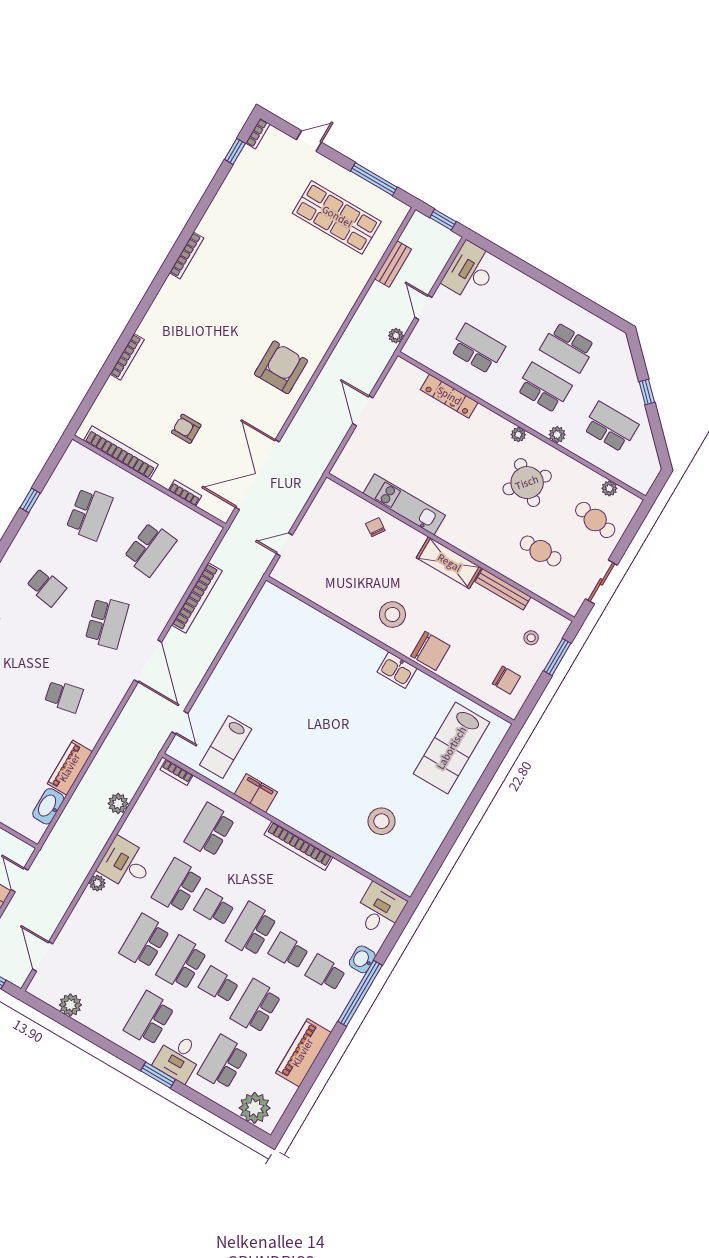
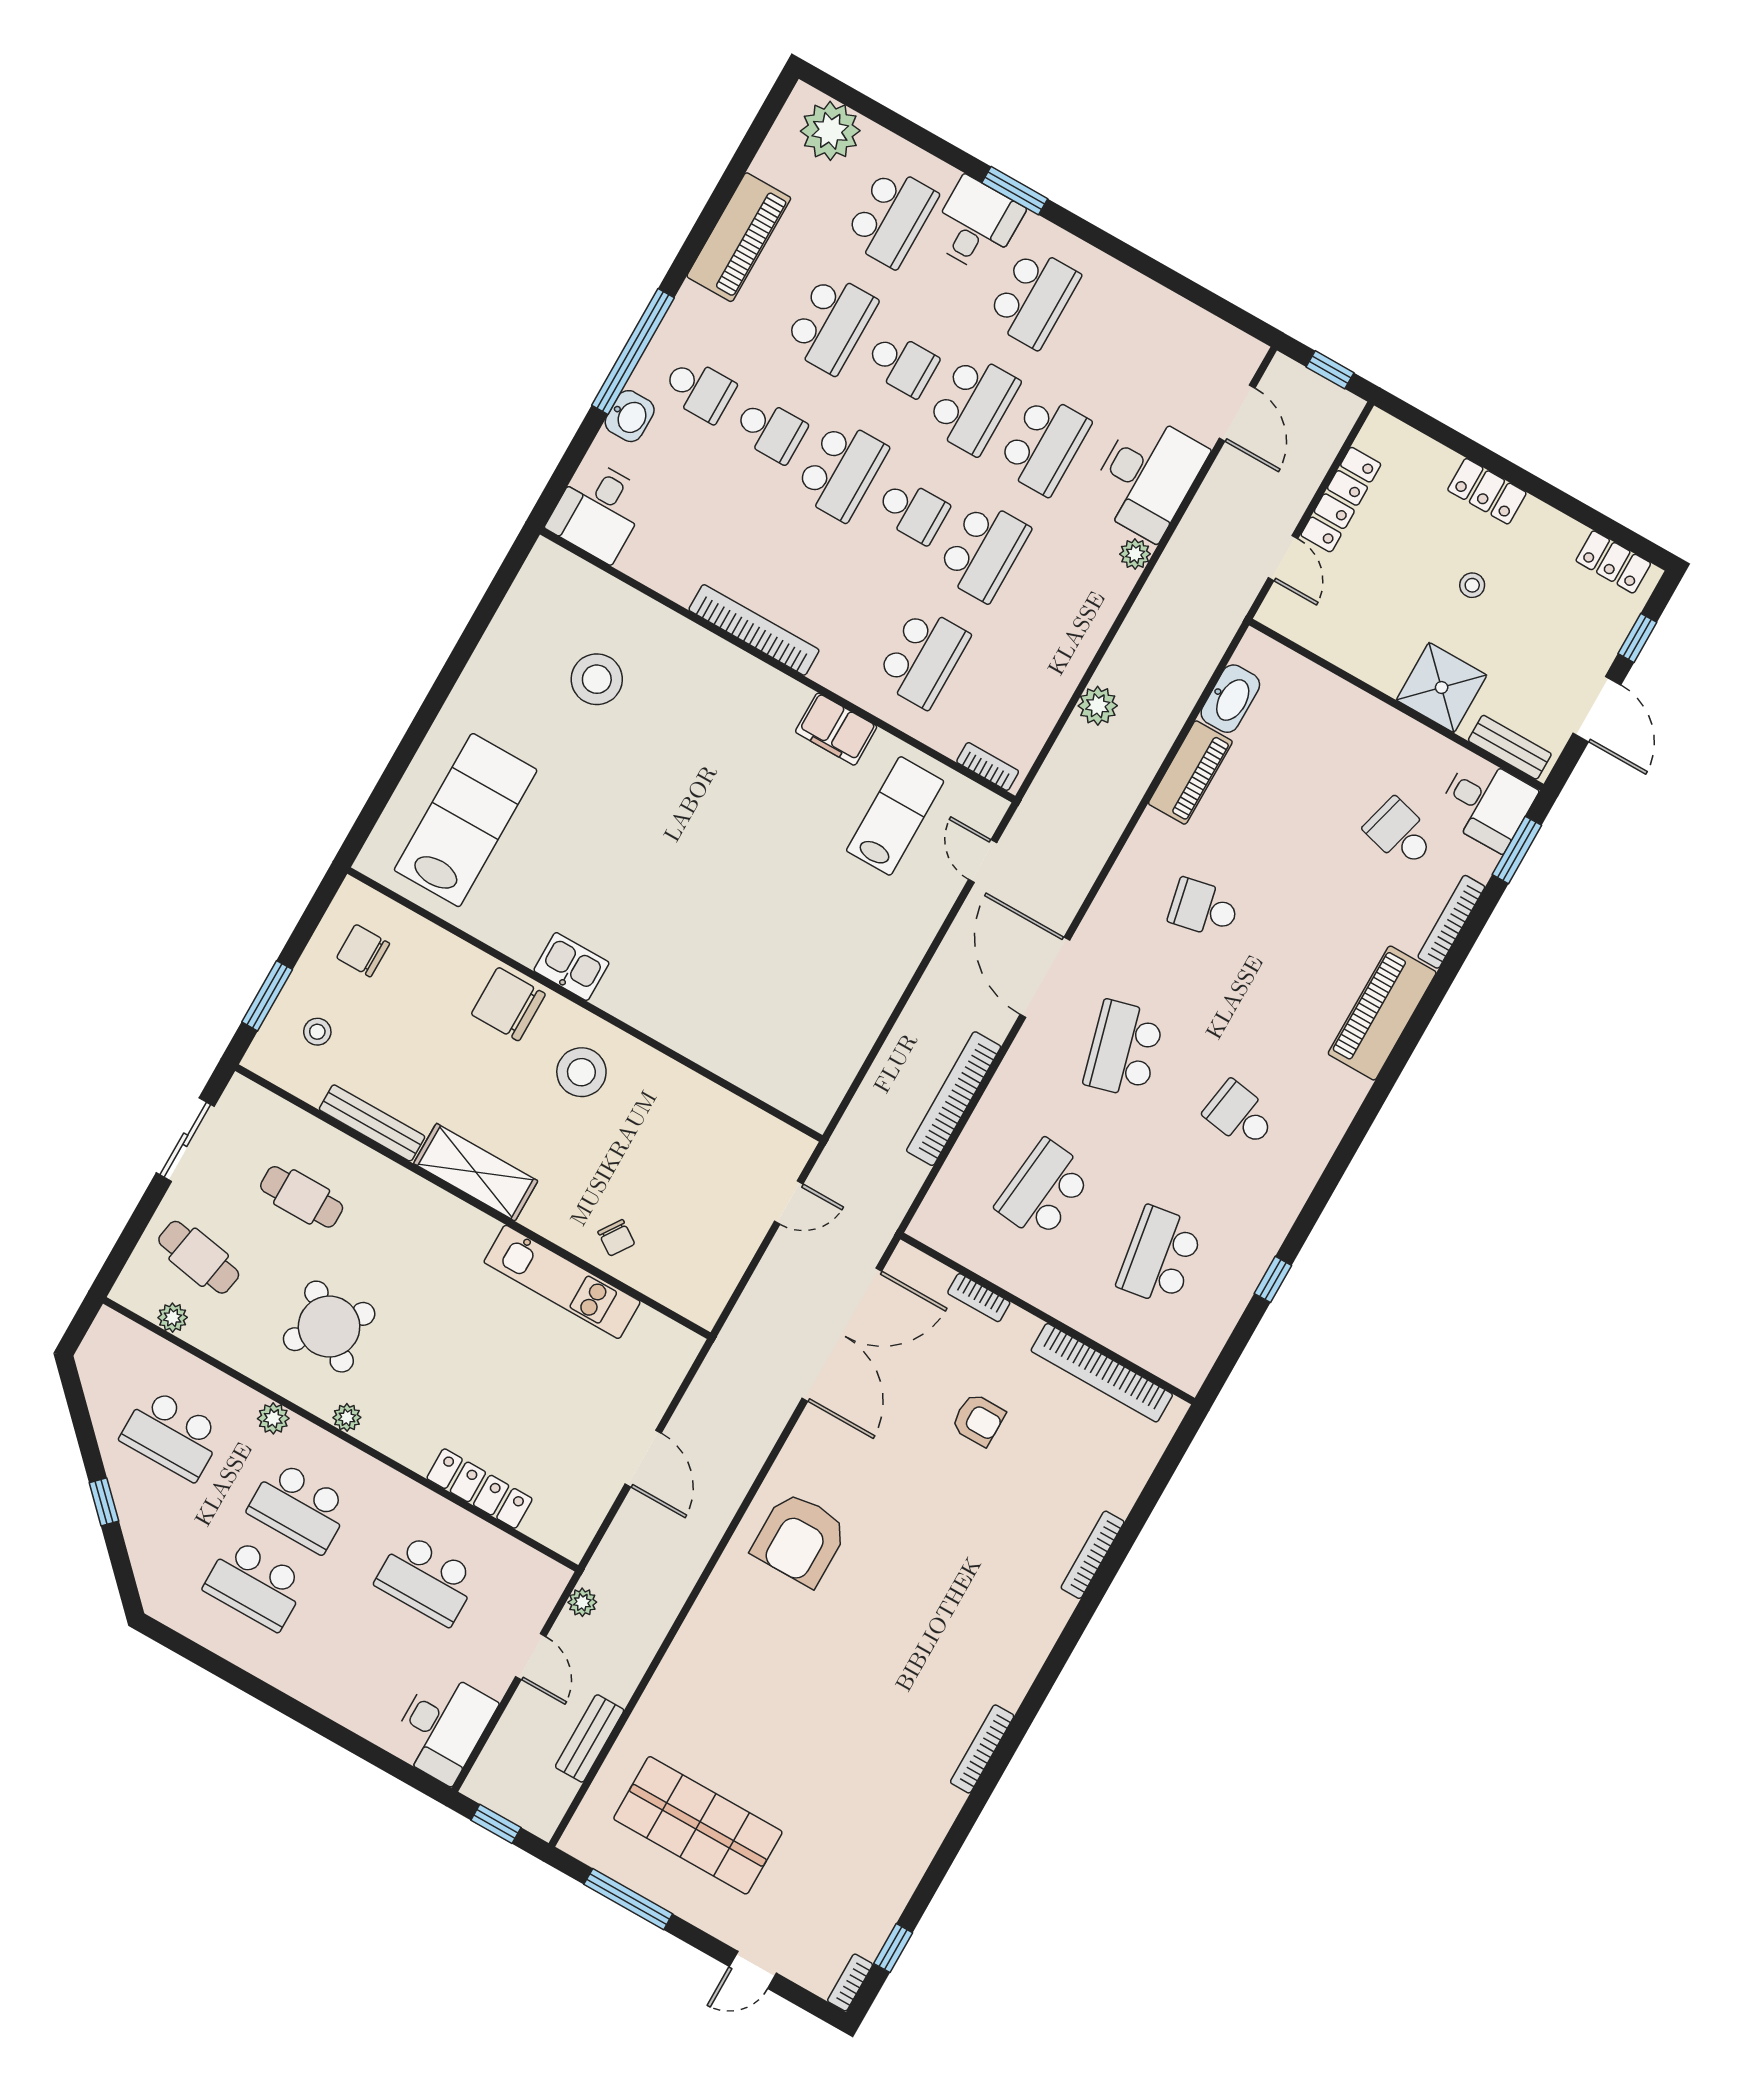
school desk: (568, 347) -> (255, 1584), turned 180
desk: (126, 864) -> (1147, 476), moved, width x1.37
plant: (70, 1005) -> (1183, 322), removed

